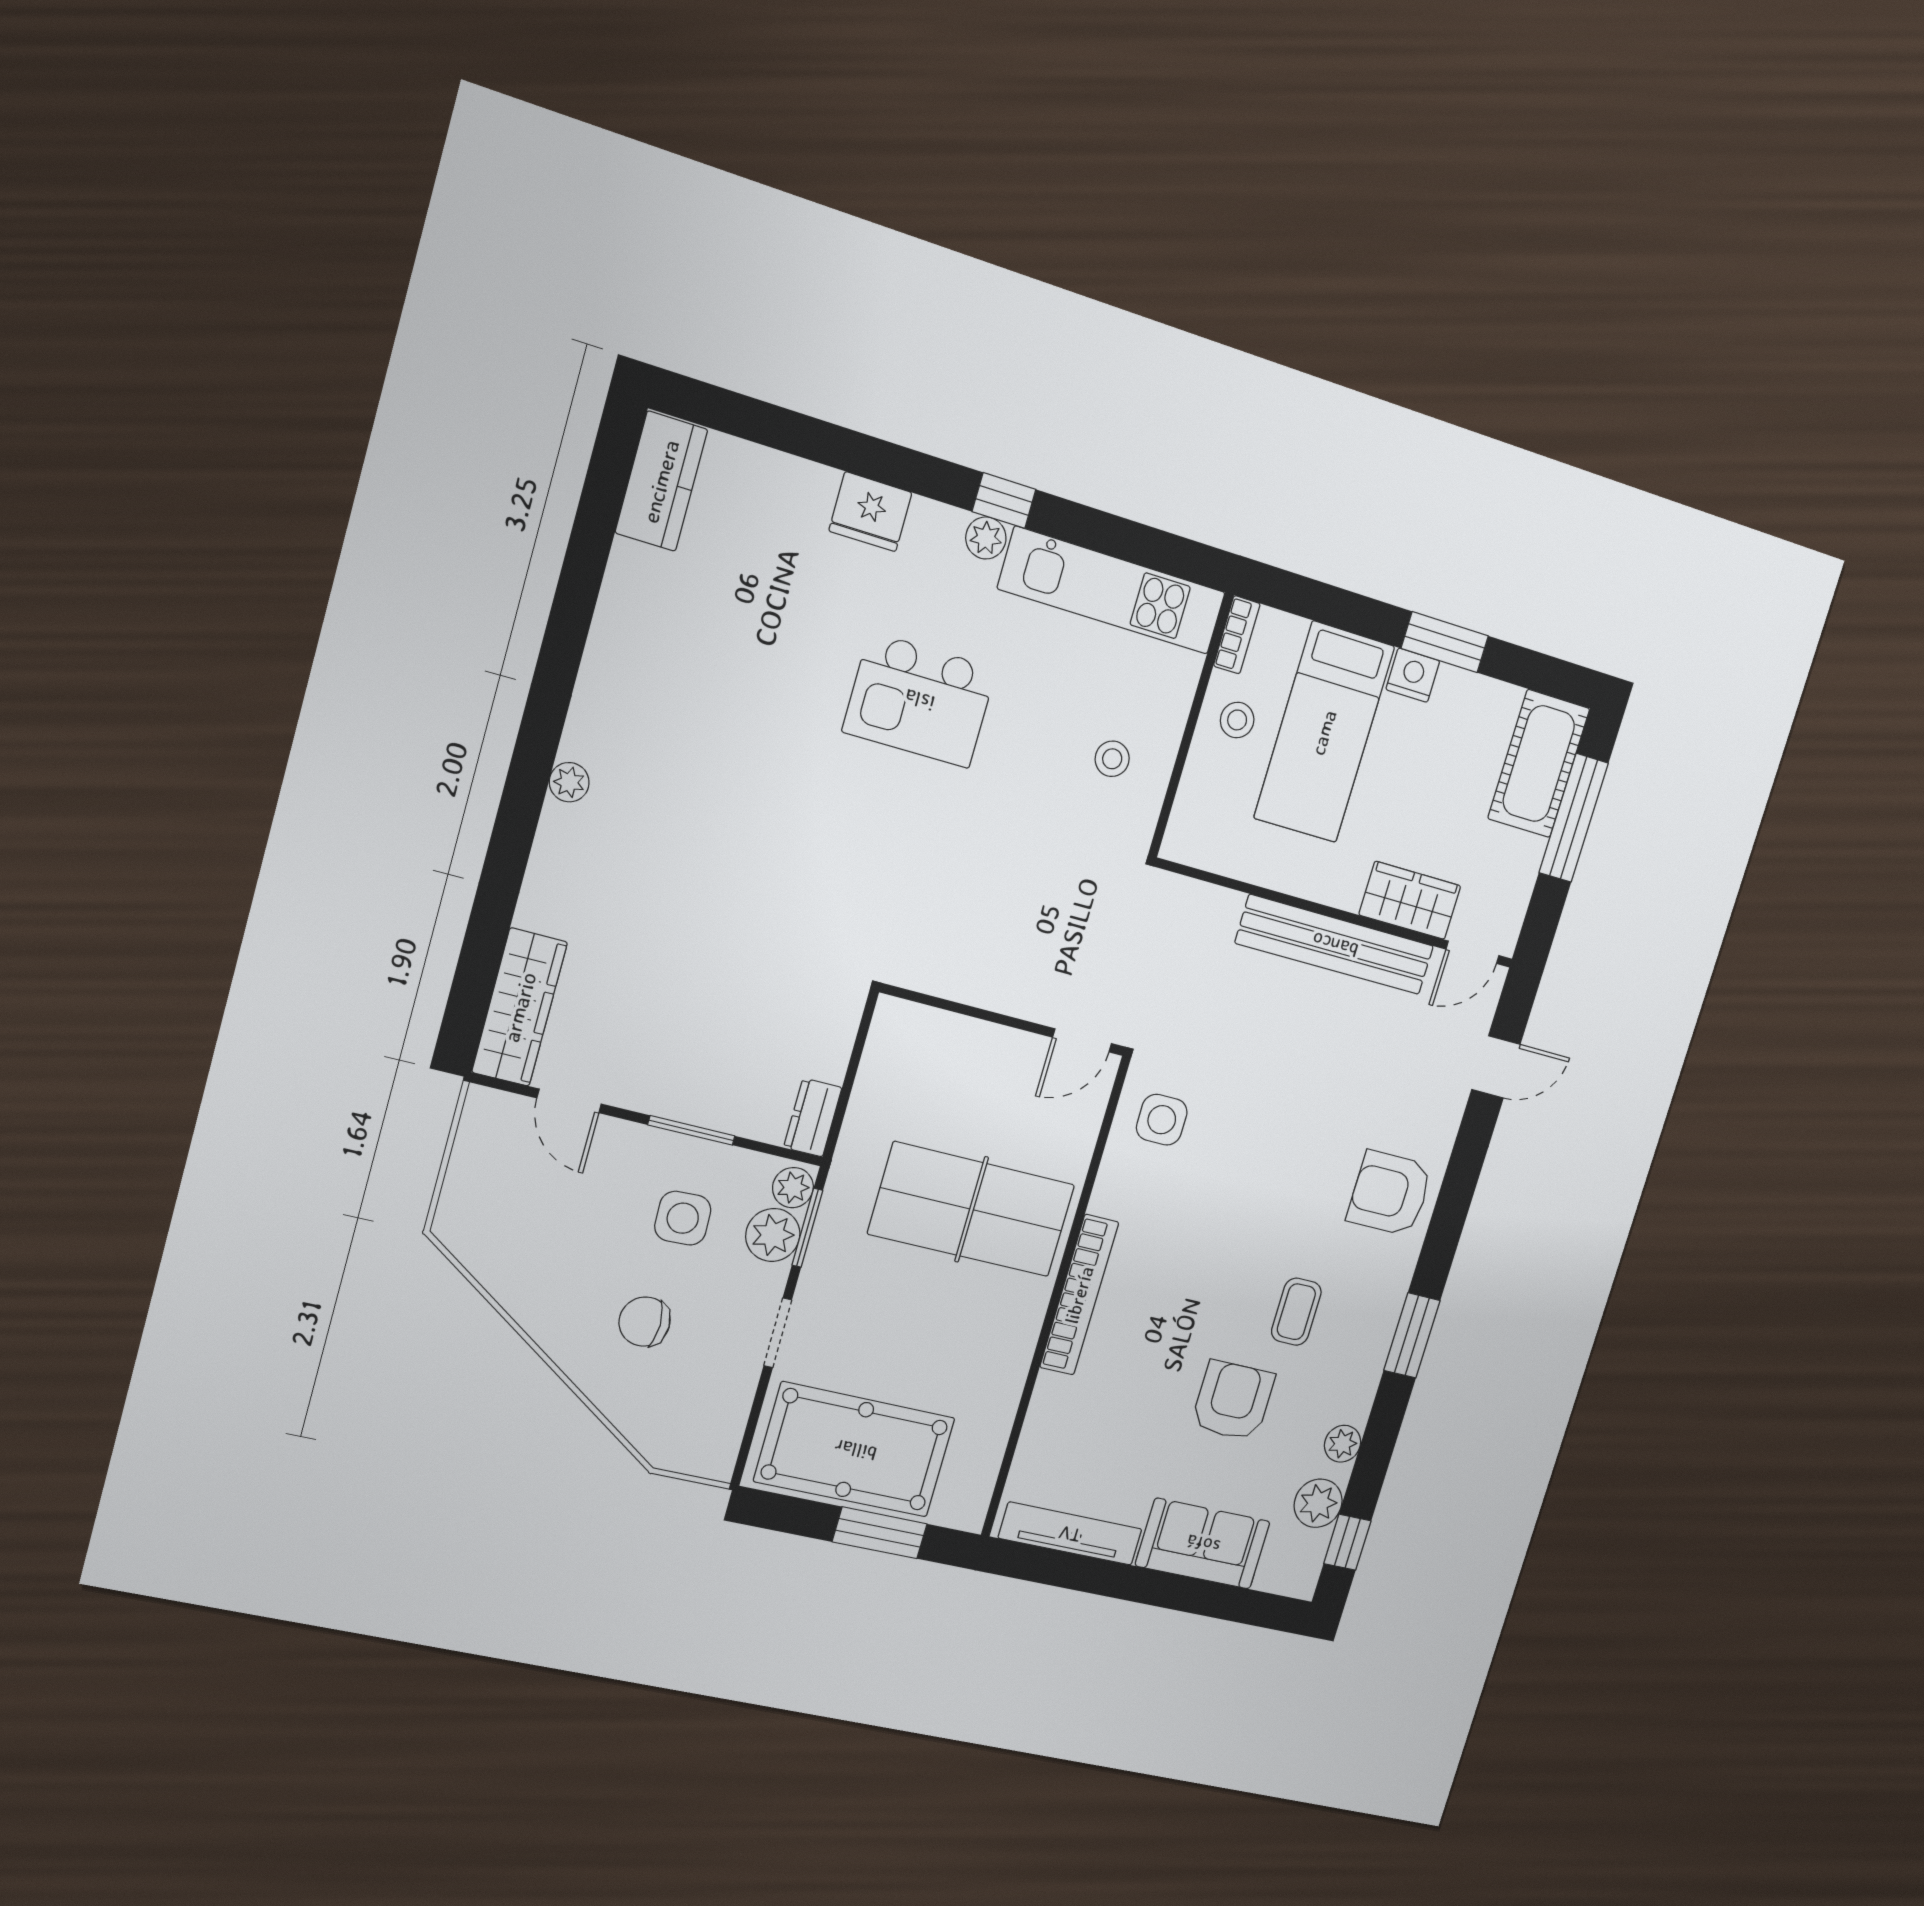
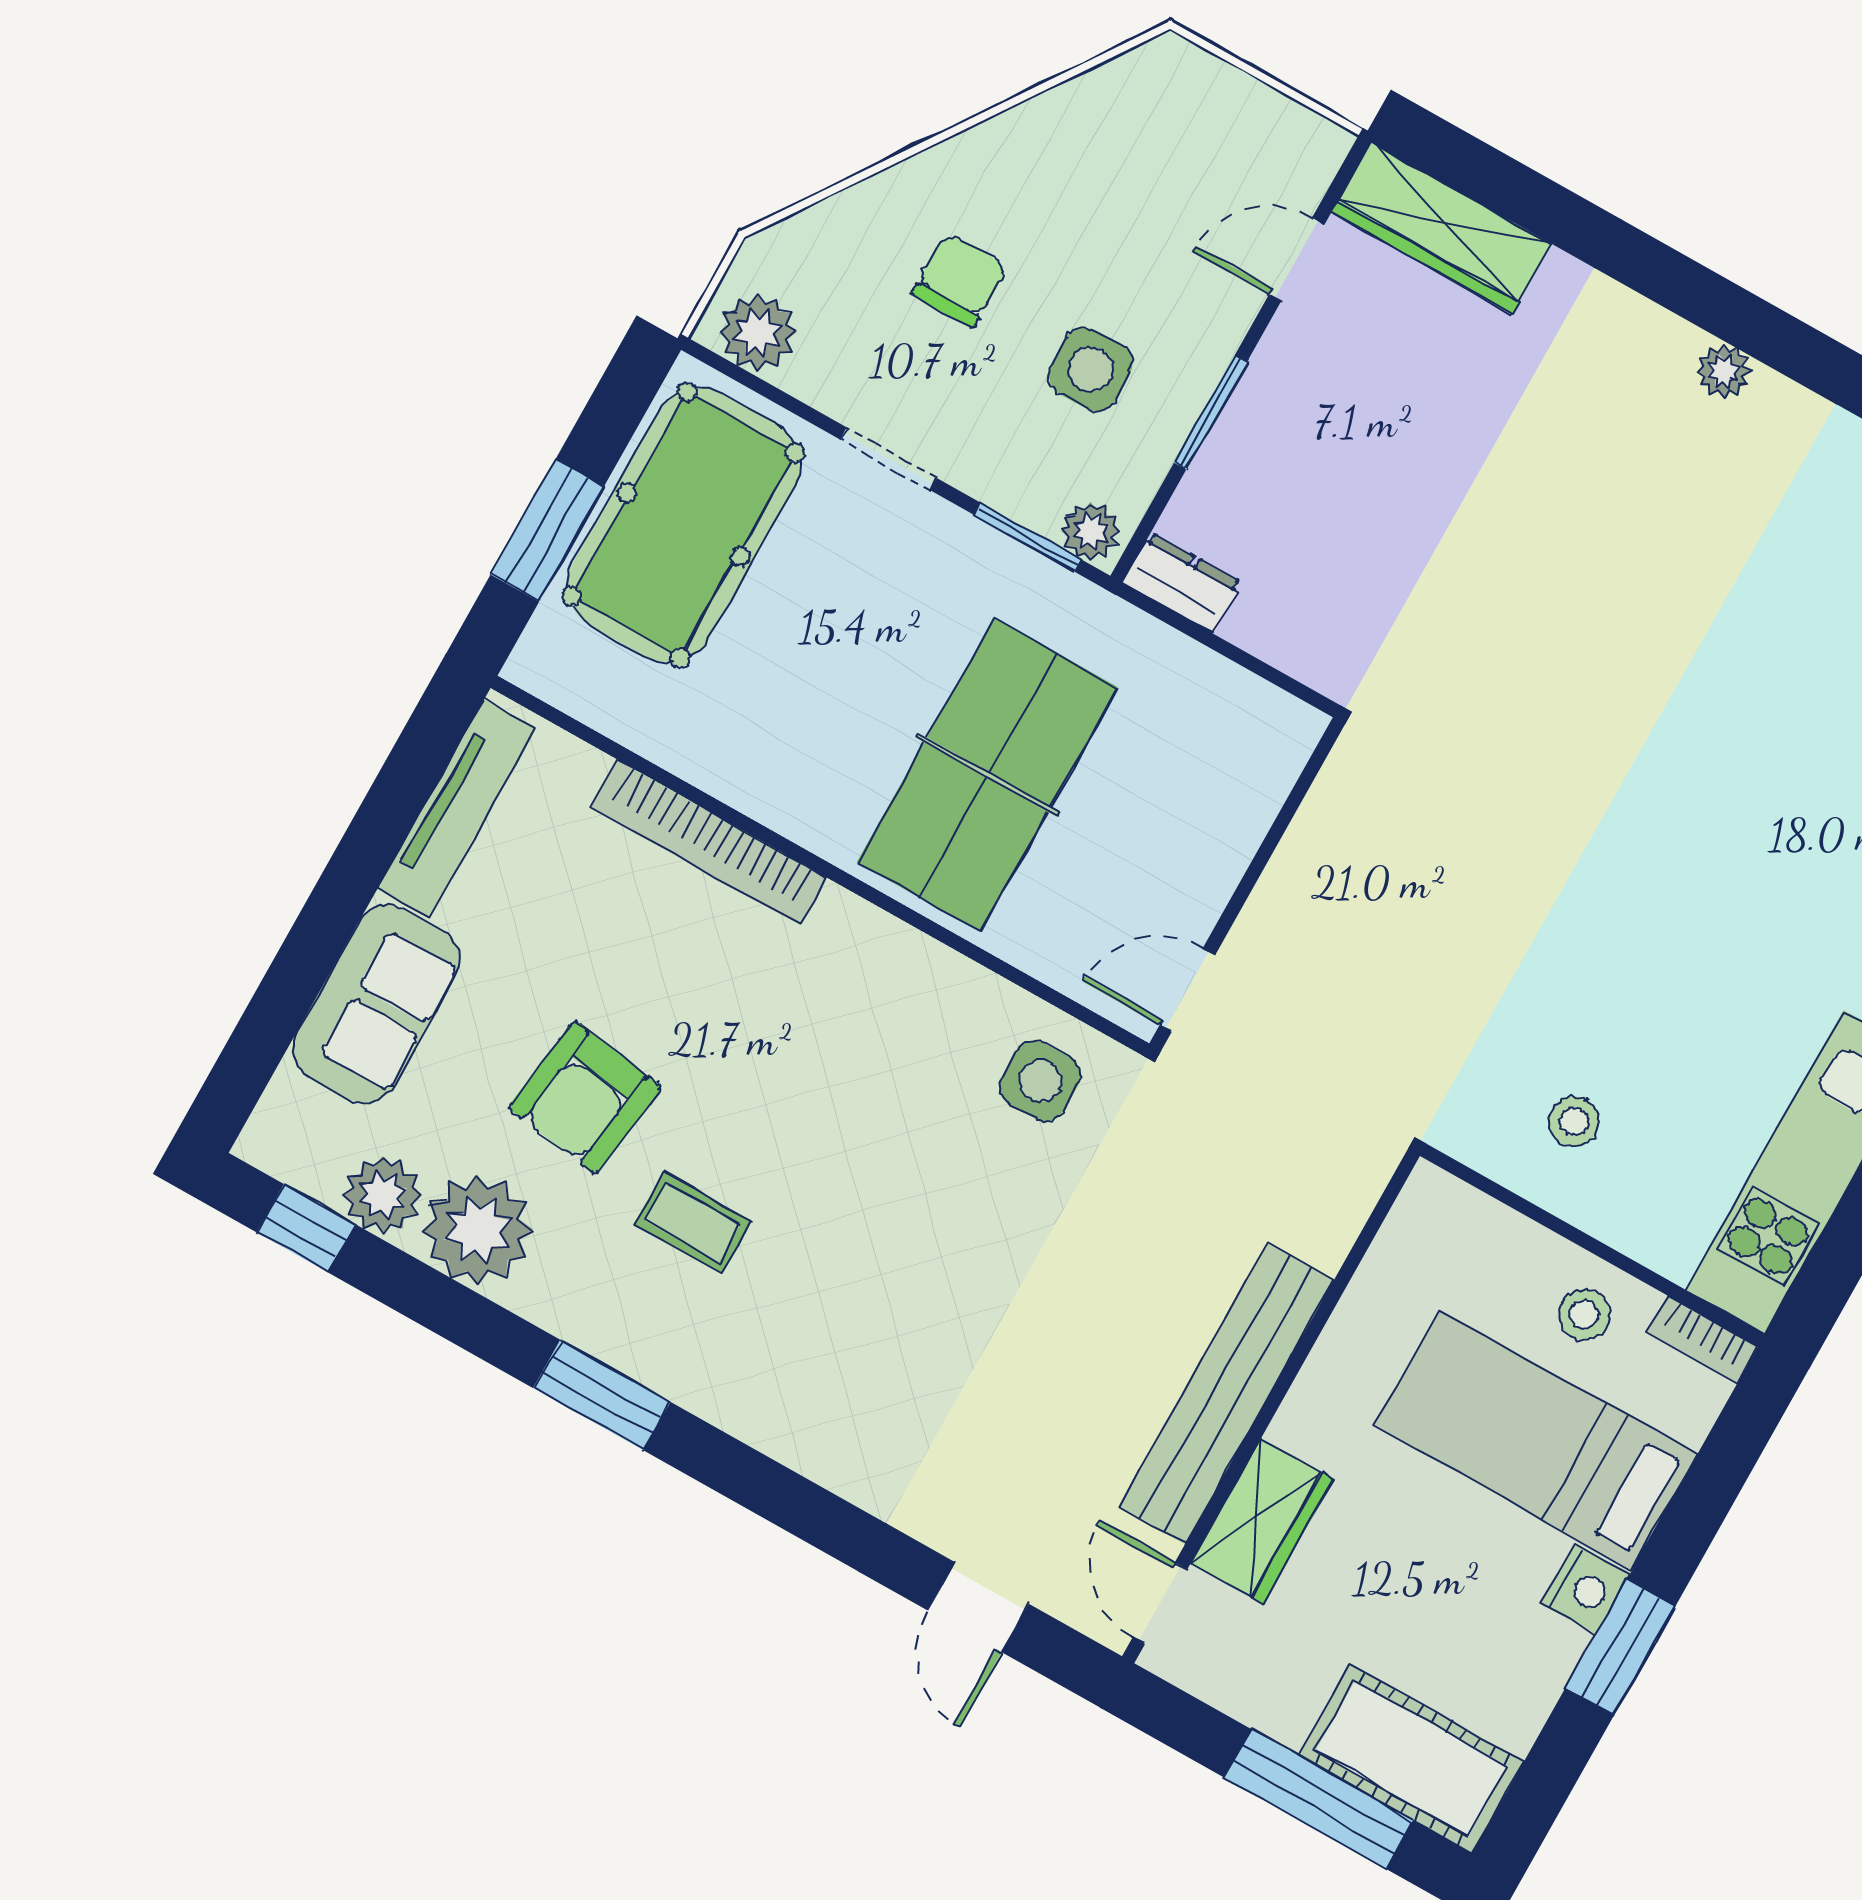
kitchen island: (919, 700) -> (1719, 868), removed
door: (1082, 1040) -> (1187, 990), hinge flipped
armchair: (1390, 1193) -> (832, 1404), removed
plant: (773, 1235) -> (758, 333), moved
bookcase: (1079, 1295) -> (709, 842), moved
armchair: (1233, 1401) -> (585, 1097), turned 98
plant: (1343, 1444) -> (478, 1230), width x1.87, depth x1.87

